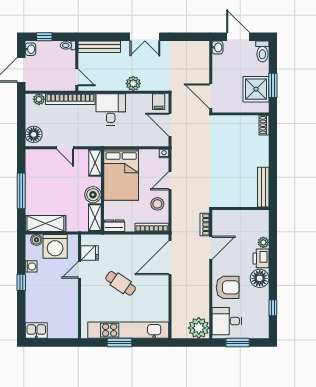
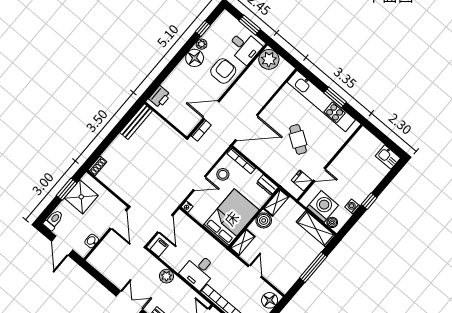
washbasin: (217, 47) -> (92, 241), moved
plant: (263, 242) -> (202, 44), moved
printer: (261, 258) -> (160, 97), moved
armchair: (228, 287) -> (223, 71), turned 90

